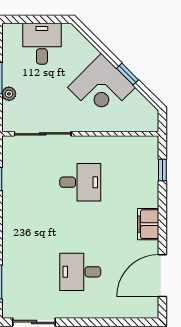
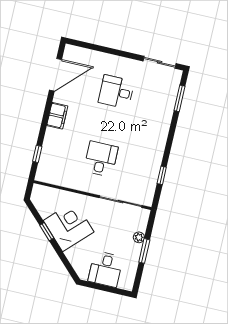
desk: (80, 182) -> (101, 159), turned 90
desk: (80, 272) -> (116, 92), turned 180

